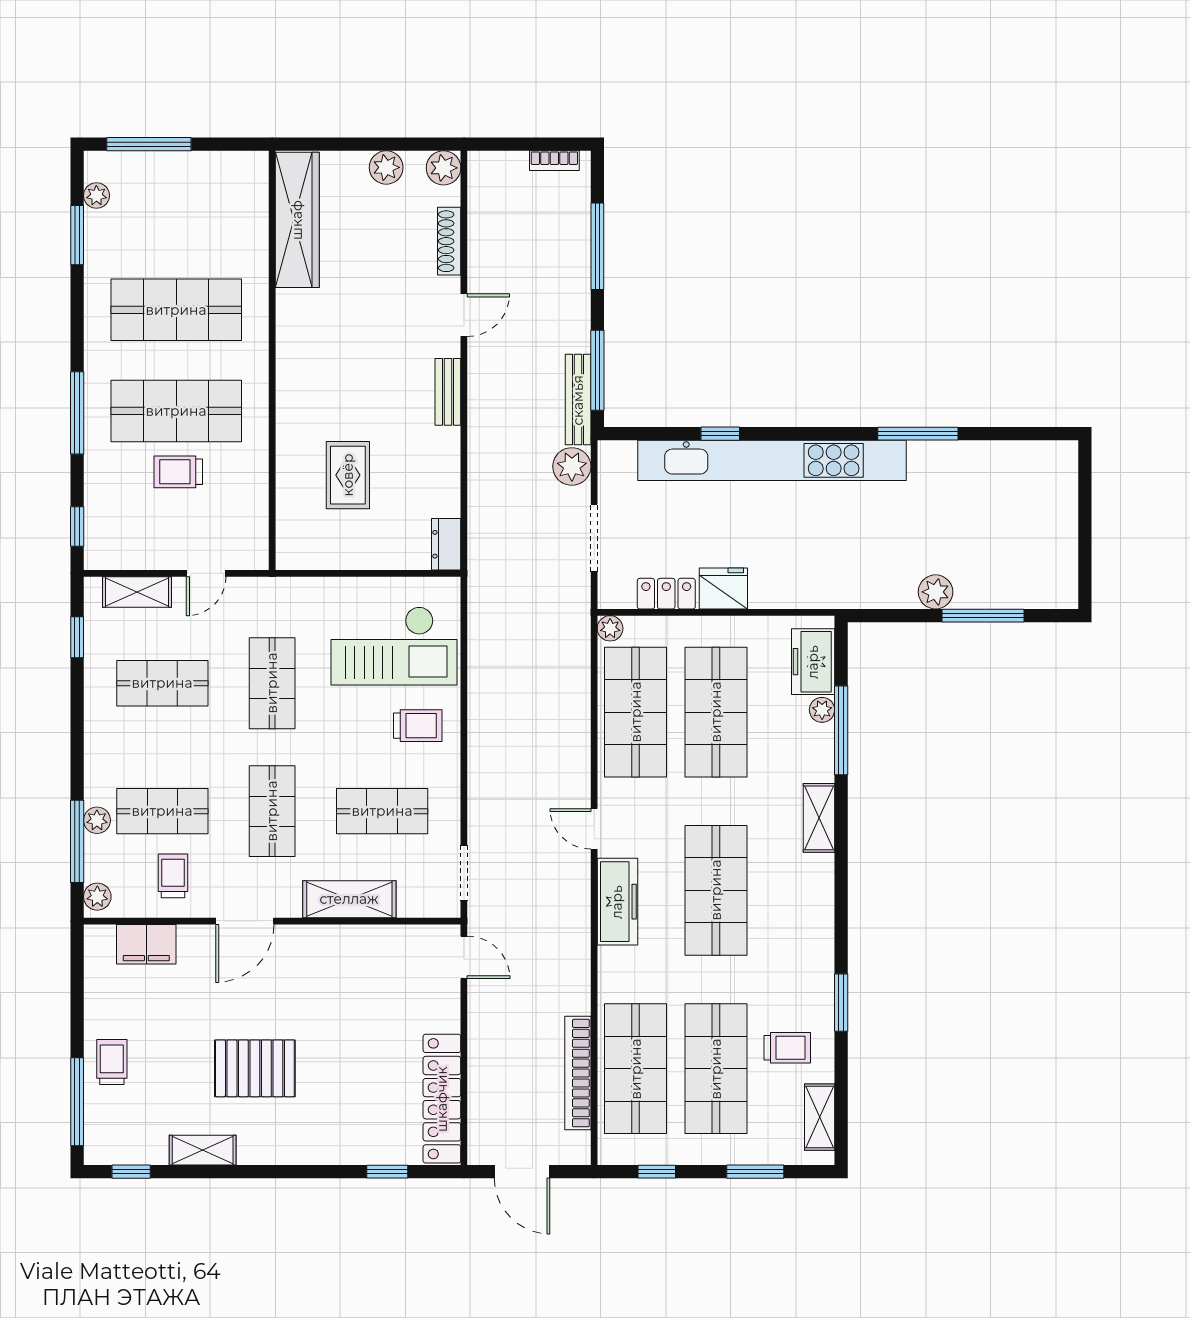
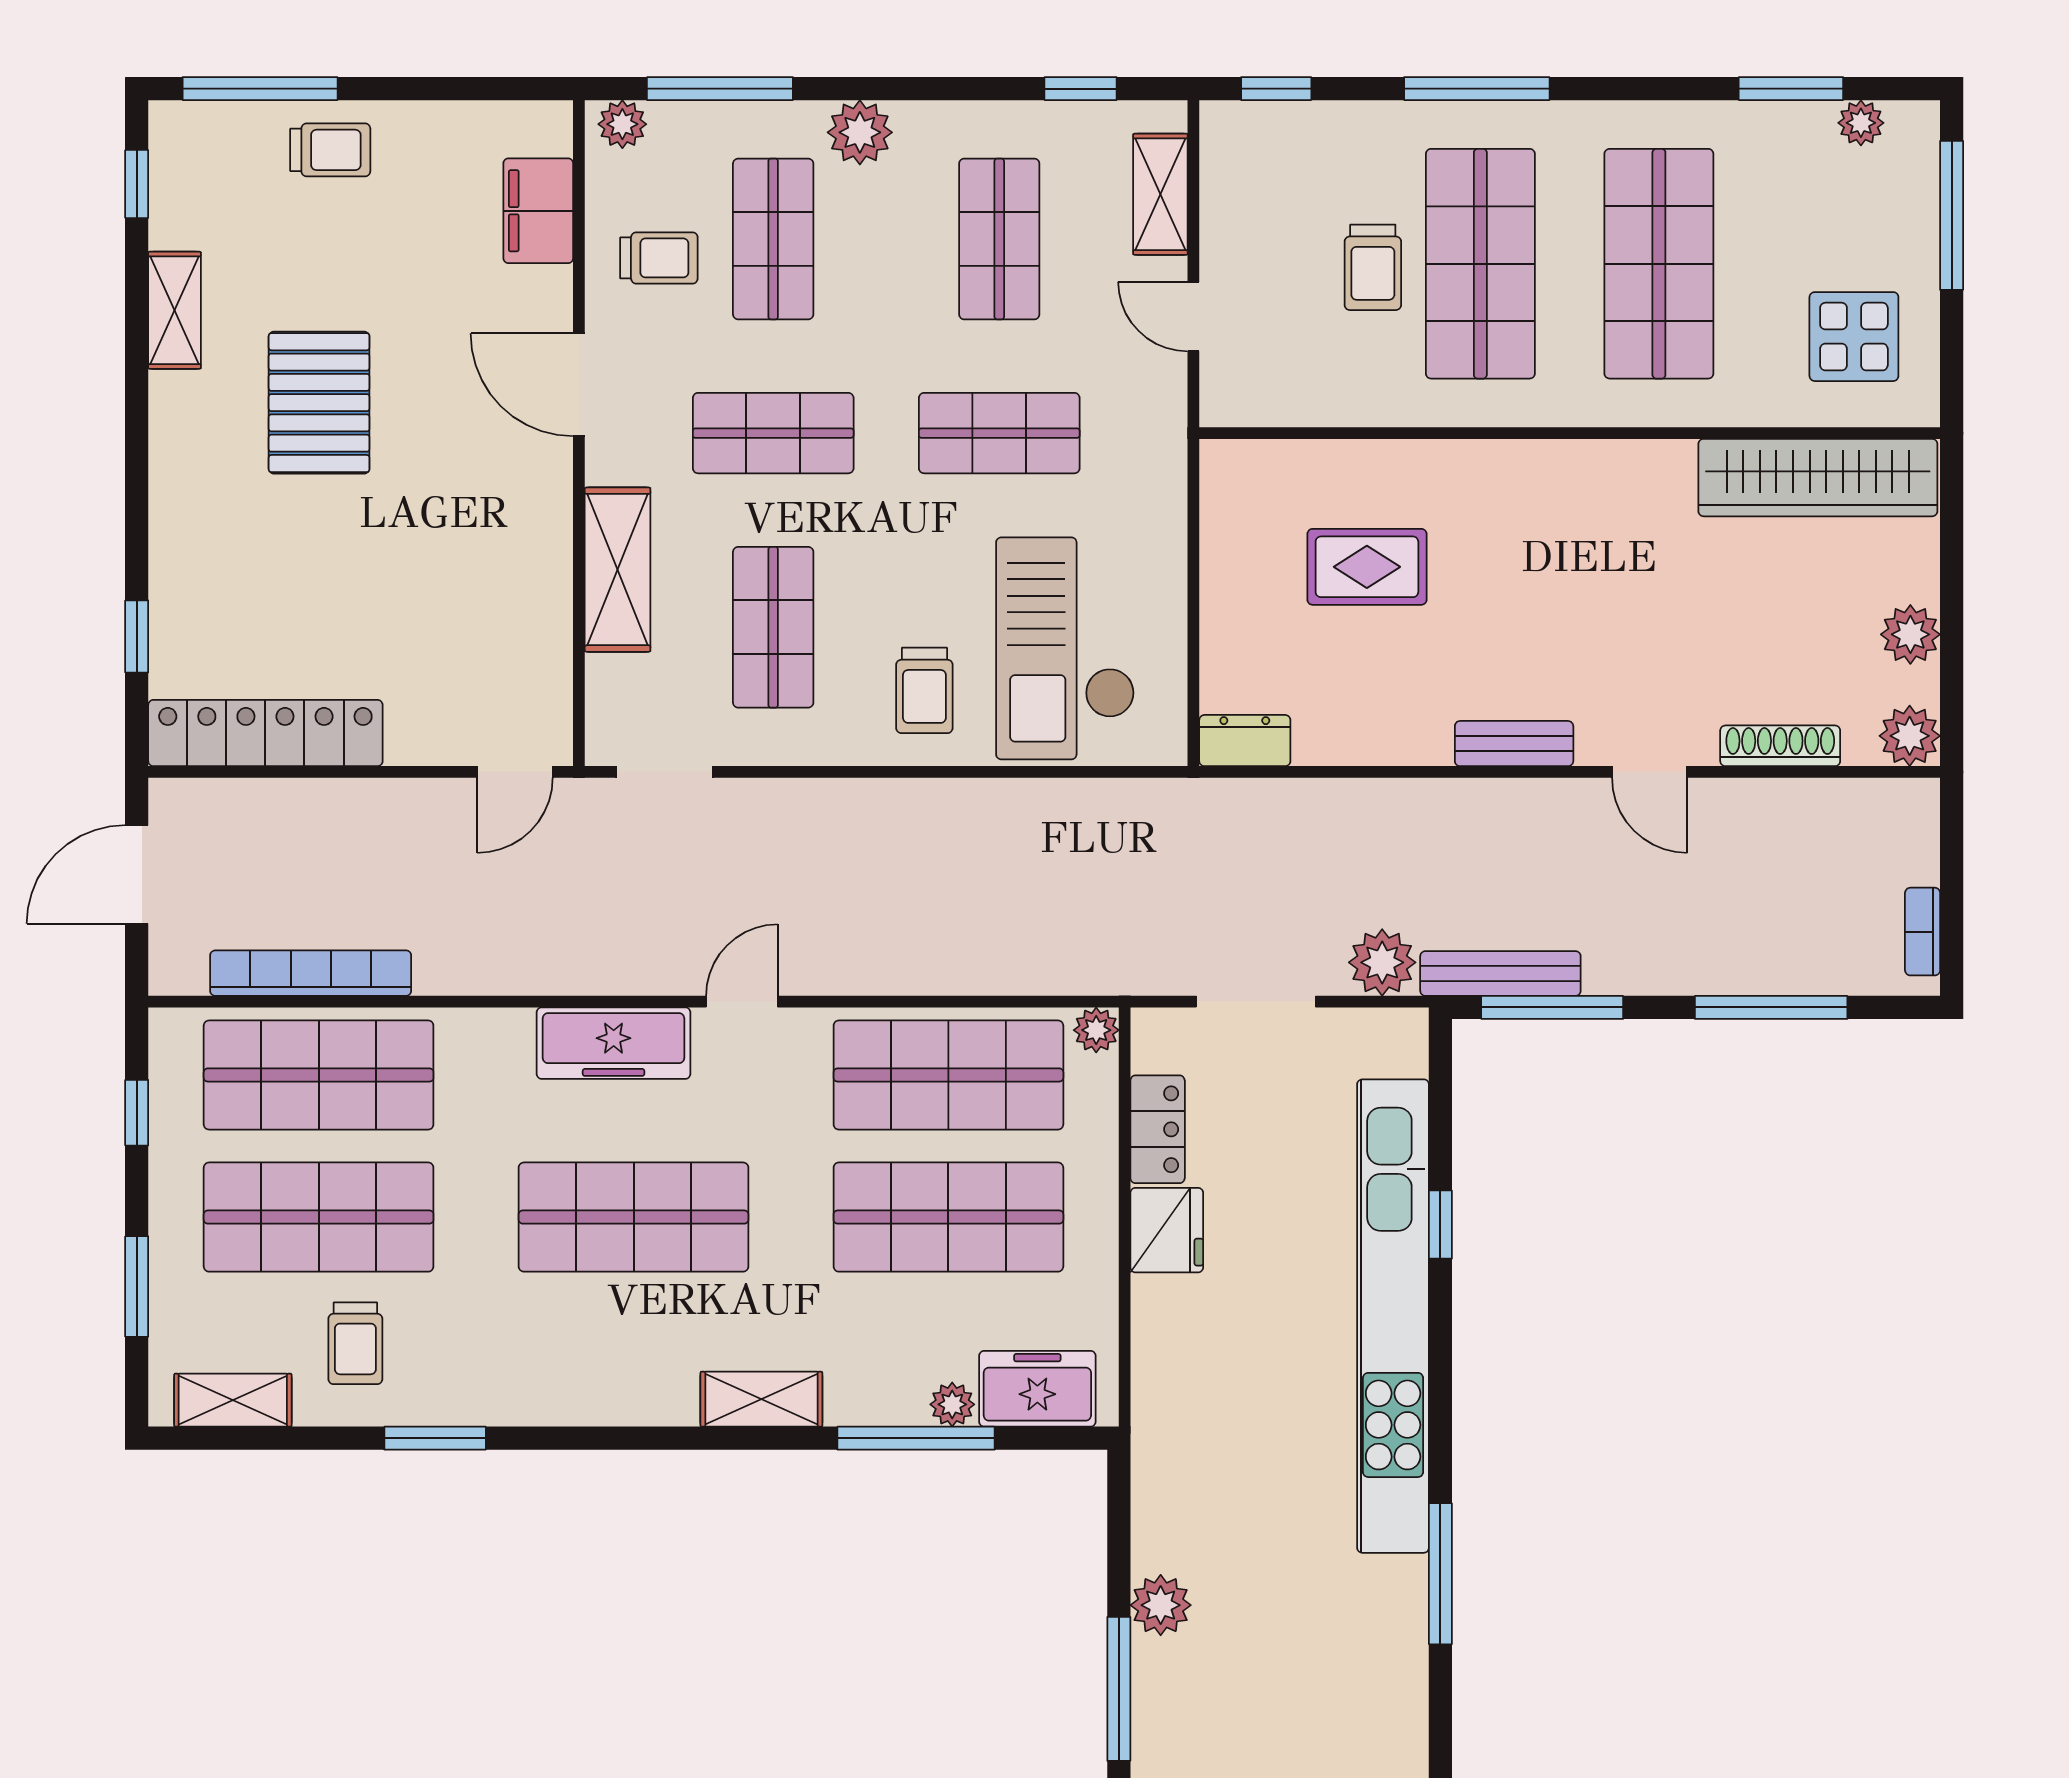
display table: (217, 199) -> (1854, 337), added
trolley: (178, 472) -> (1373, 267), turned 180
plant: (97, 820) -> (860, 132), moved, width x1.38, depth x1.38

